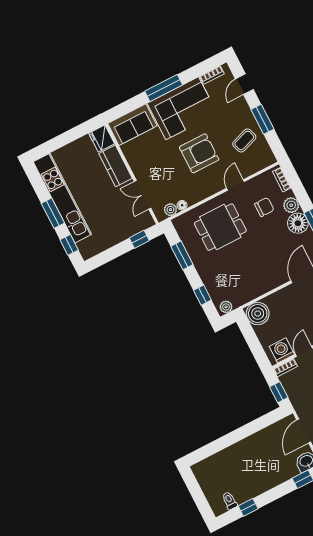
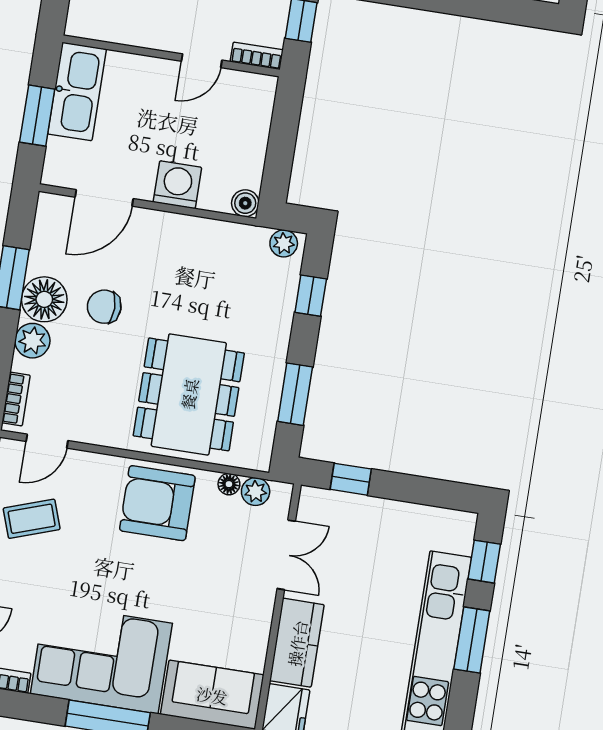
armchair: (199, 153) -> (157, 503), moved
door: (235, 185) -> (47, 441), moved
chair: (264, 207) -> (104, 307), moved
dining table: (220, 227) -> (189, 394), width x1.38
boiler: (258, 314) -> (245, 203), width x0.54, depth x0.54
washing machine: (282, 350) -> (177, 185), moved, turned 180

